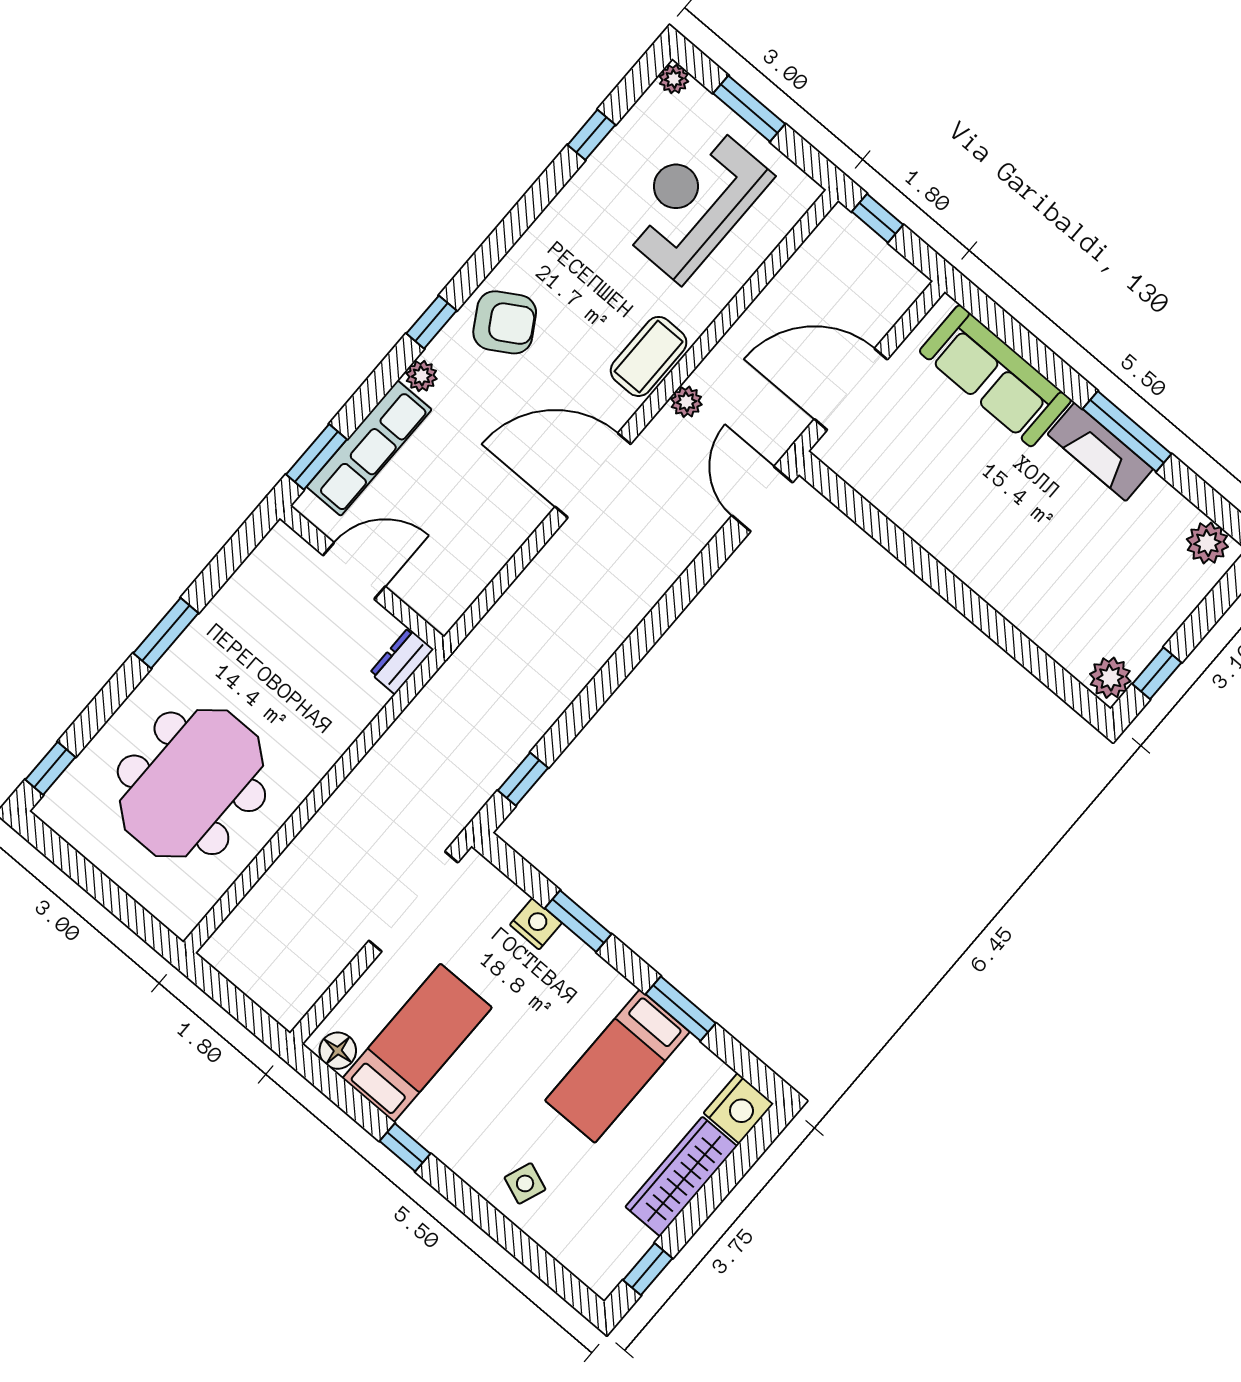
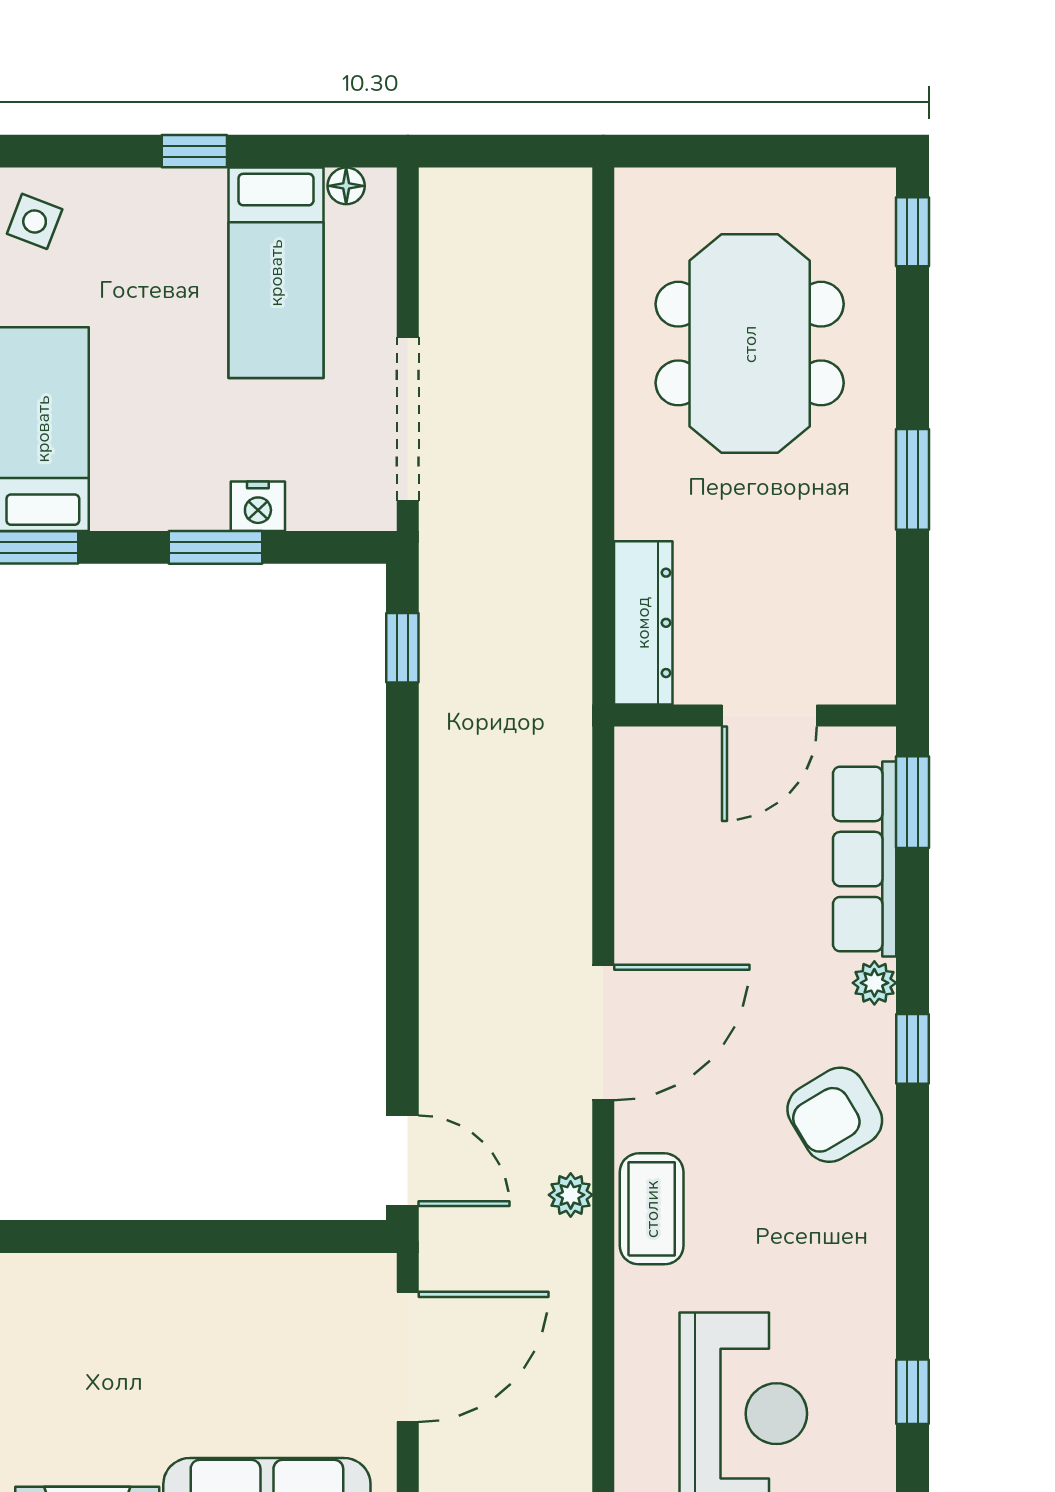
dresser: (402, 661) -> (643, 623), width x1.96, depth x1.24
floor lamp: (338, 1051) -> (346, 186), width x0.73, depth x0.73

